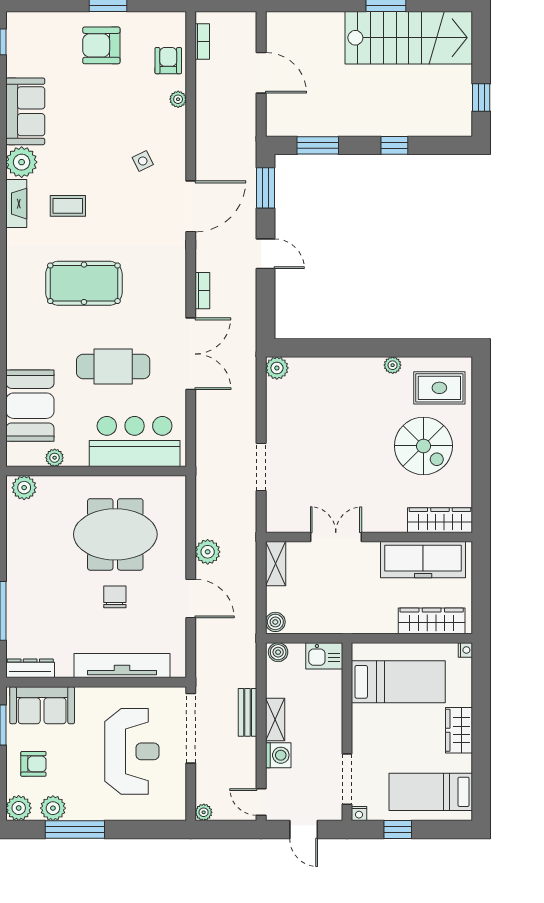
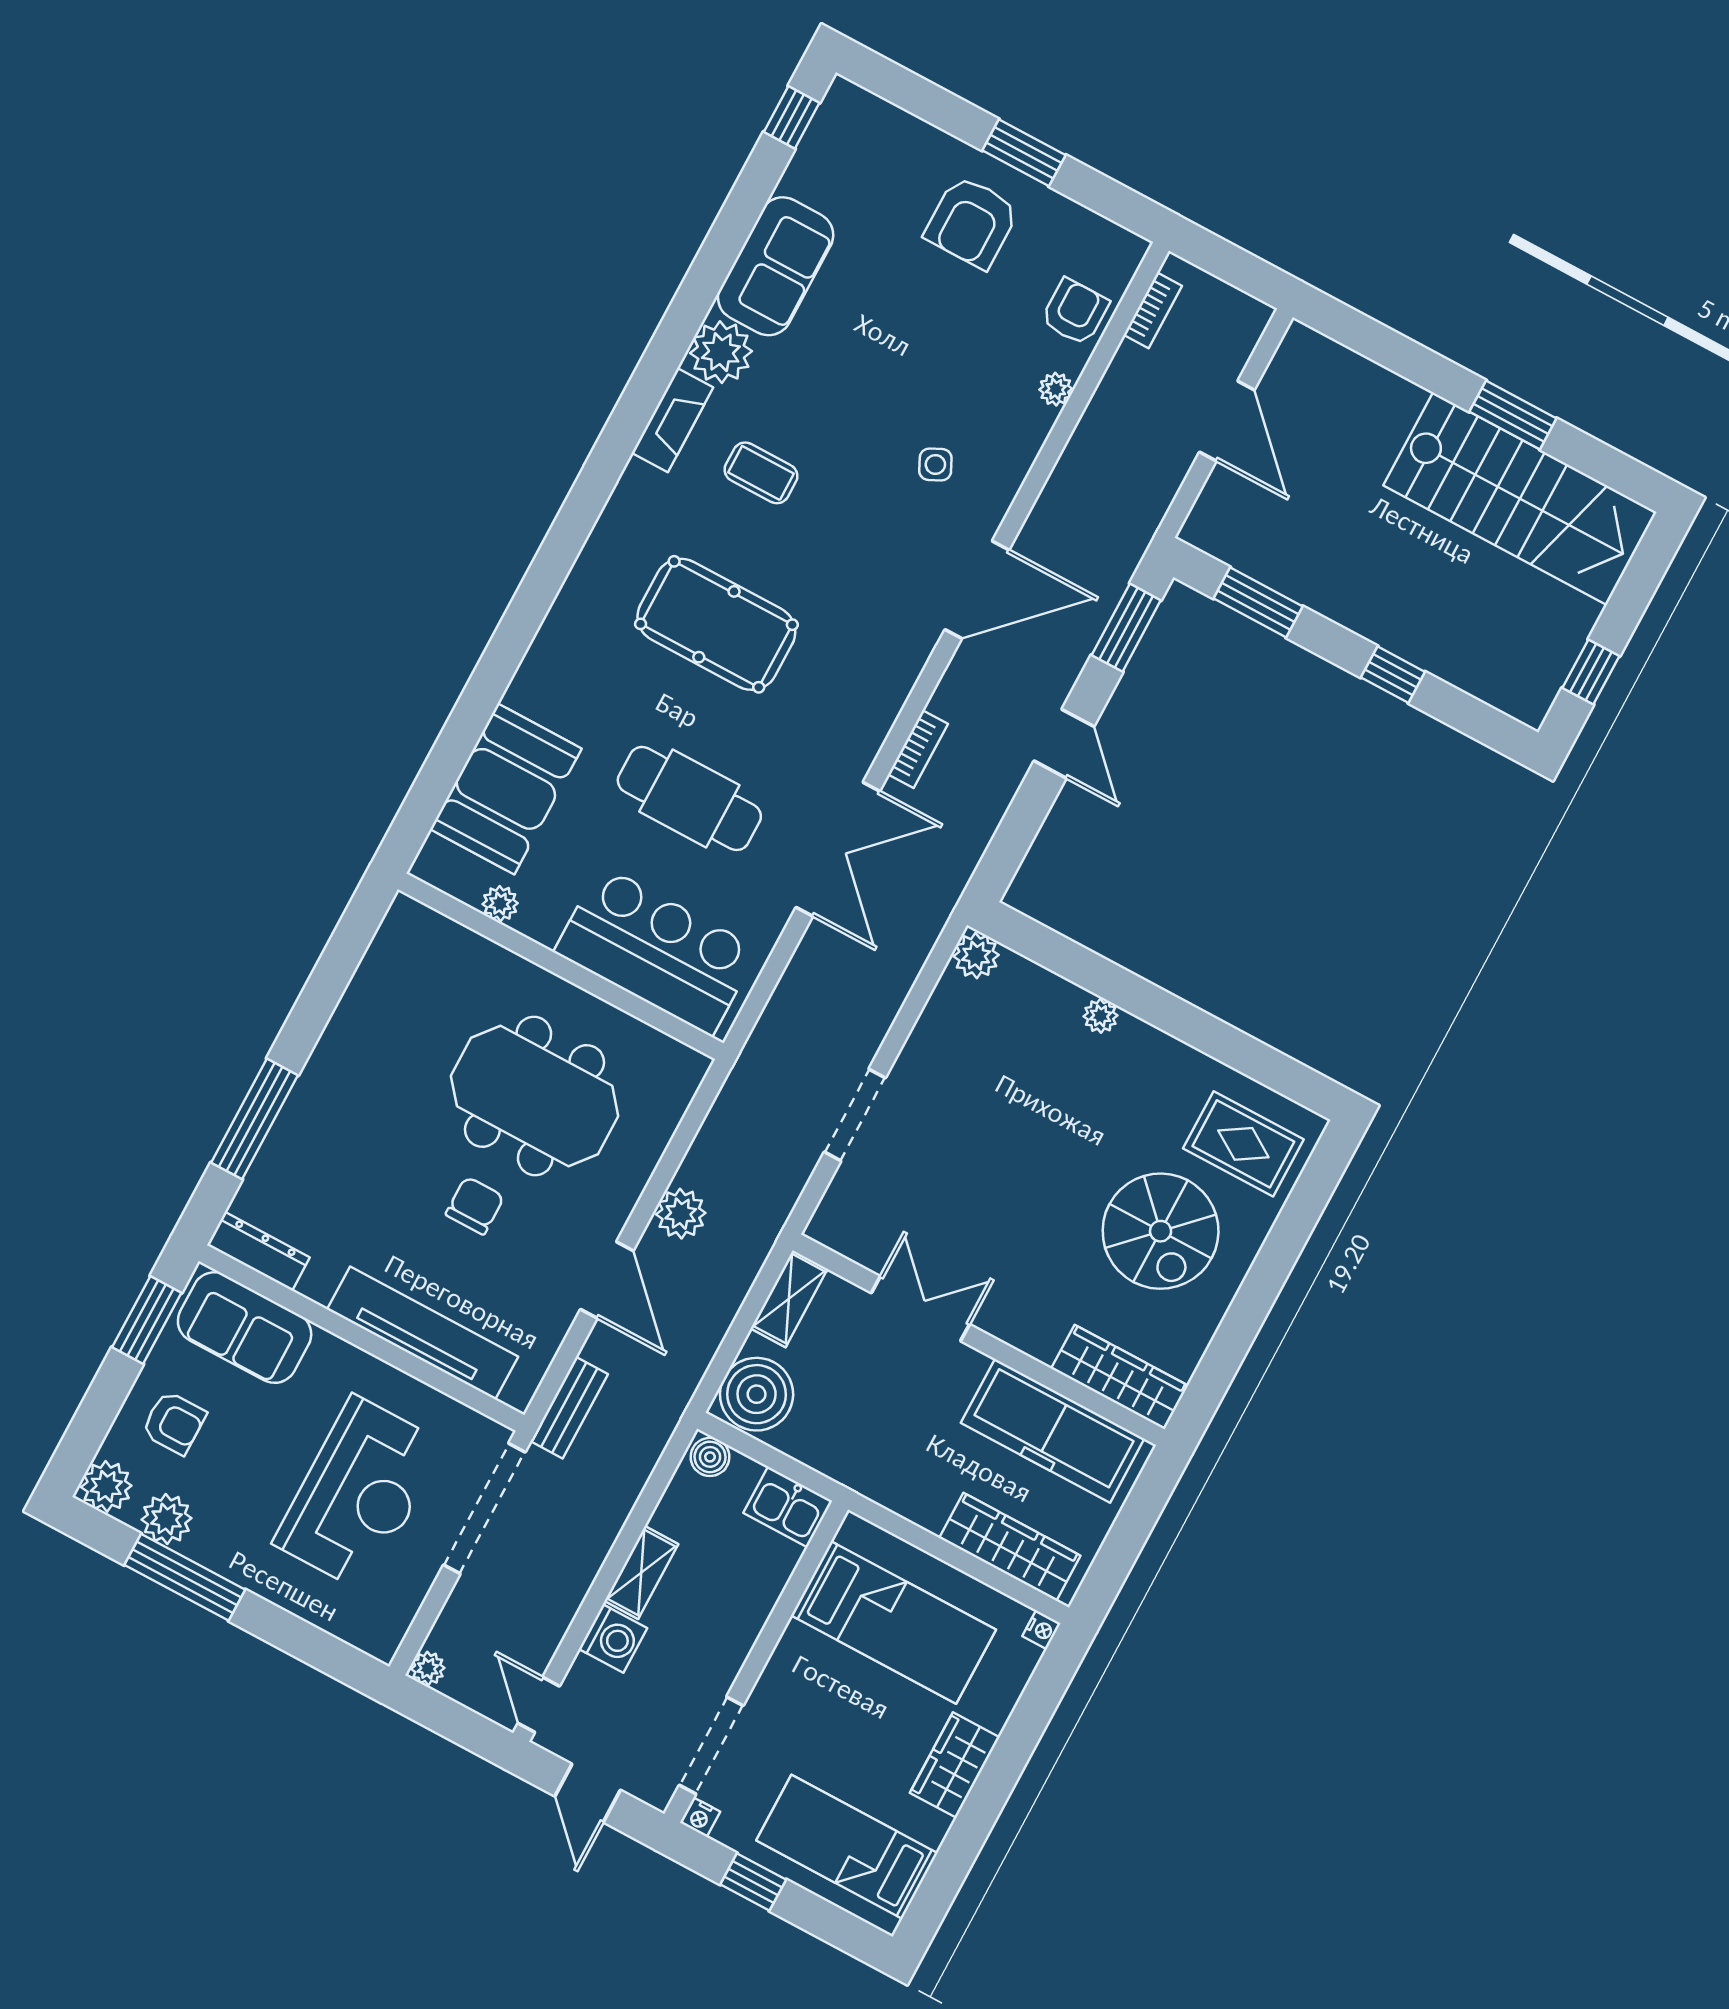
armchair: (101, 45) -> (972, 222), turned -90
plant: (393, 365) -> (1101, 1016), moved
plant: (24, 488) -> (418, 927), removed
boiler: (275, 622) -> (757, 1394), width x1.86, depth x1.86
bench: (248, 712) -> (569, 1408), moved

